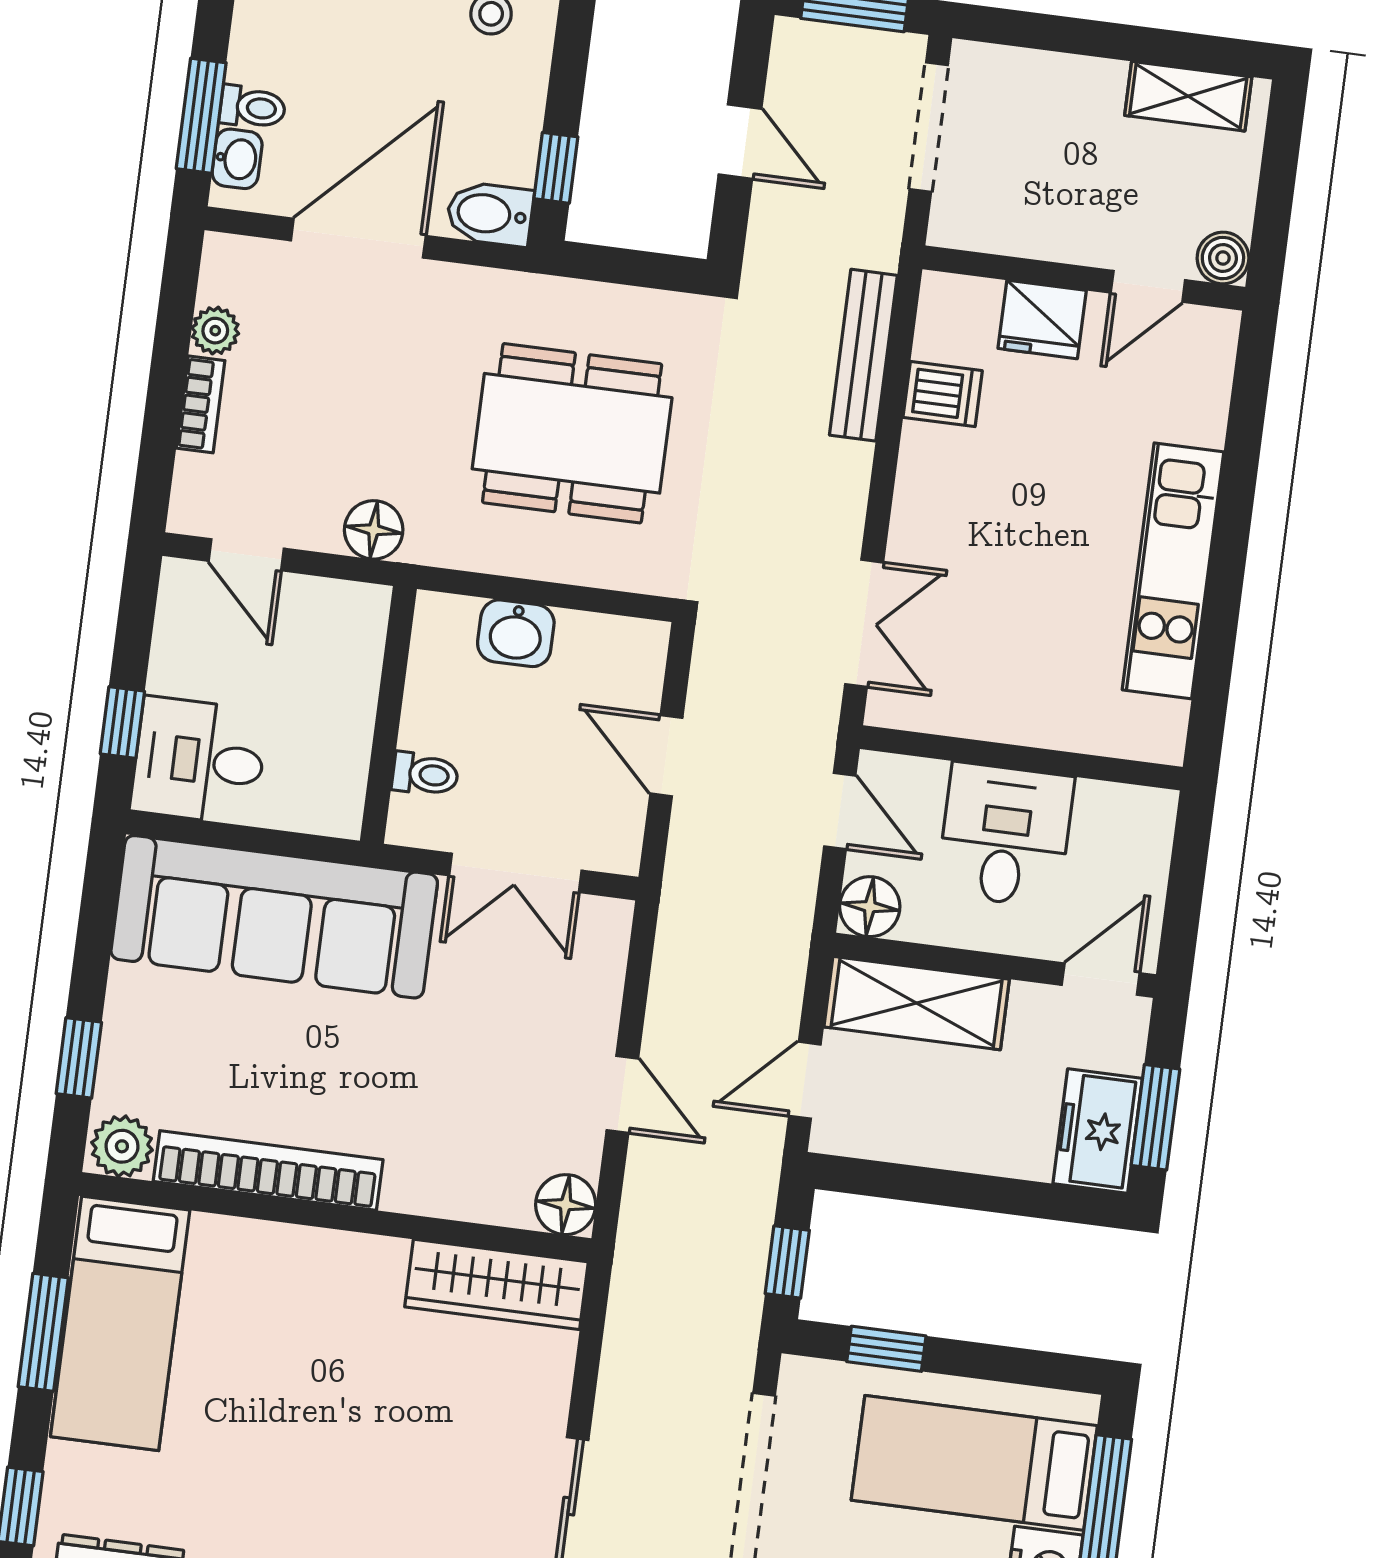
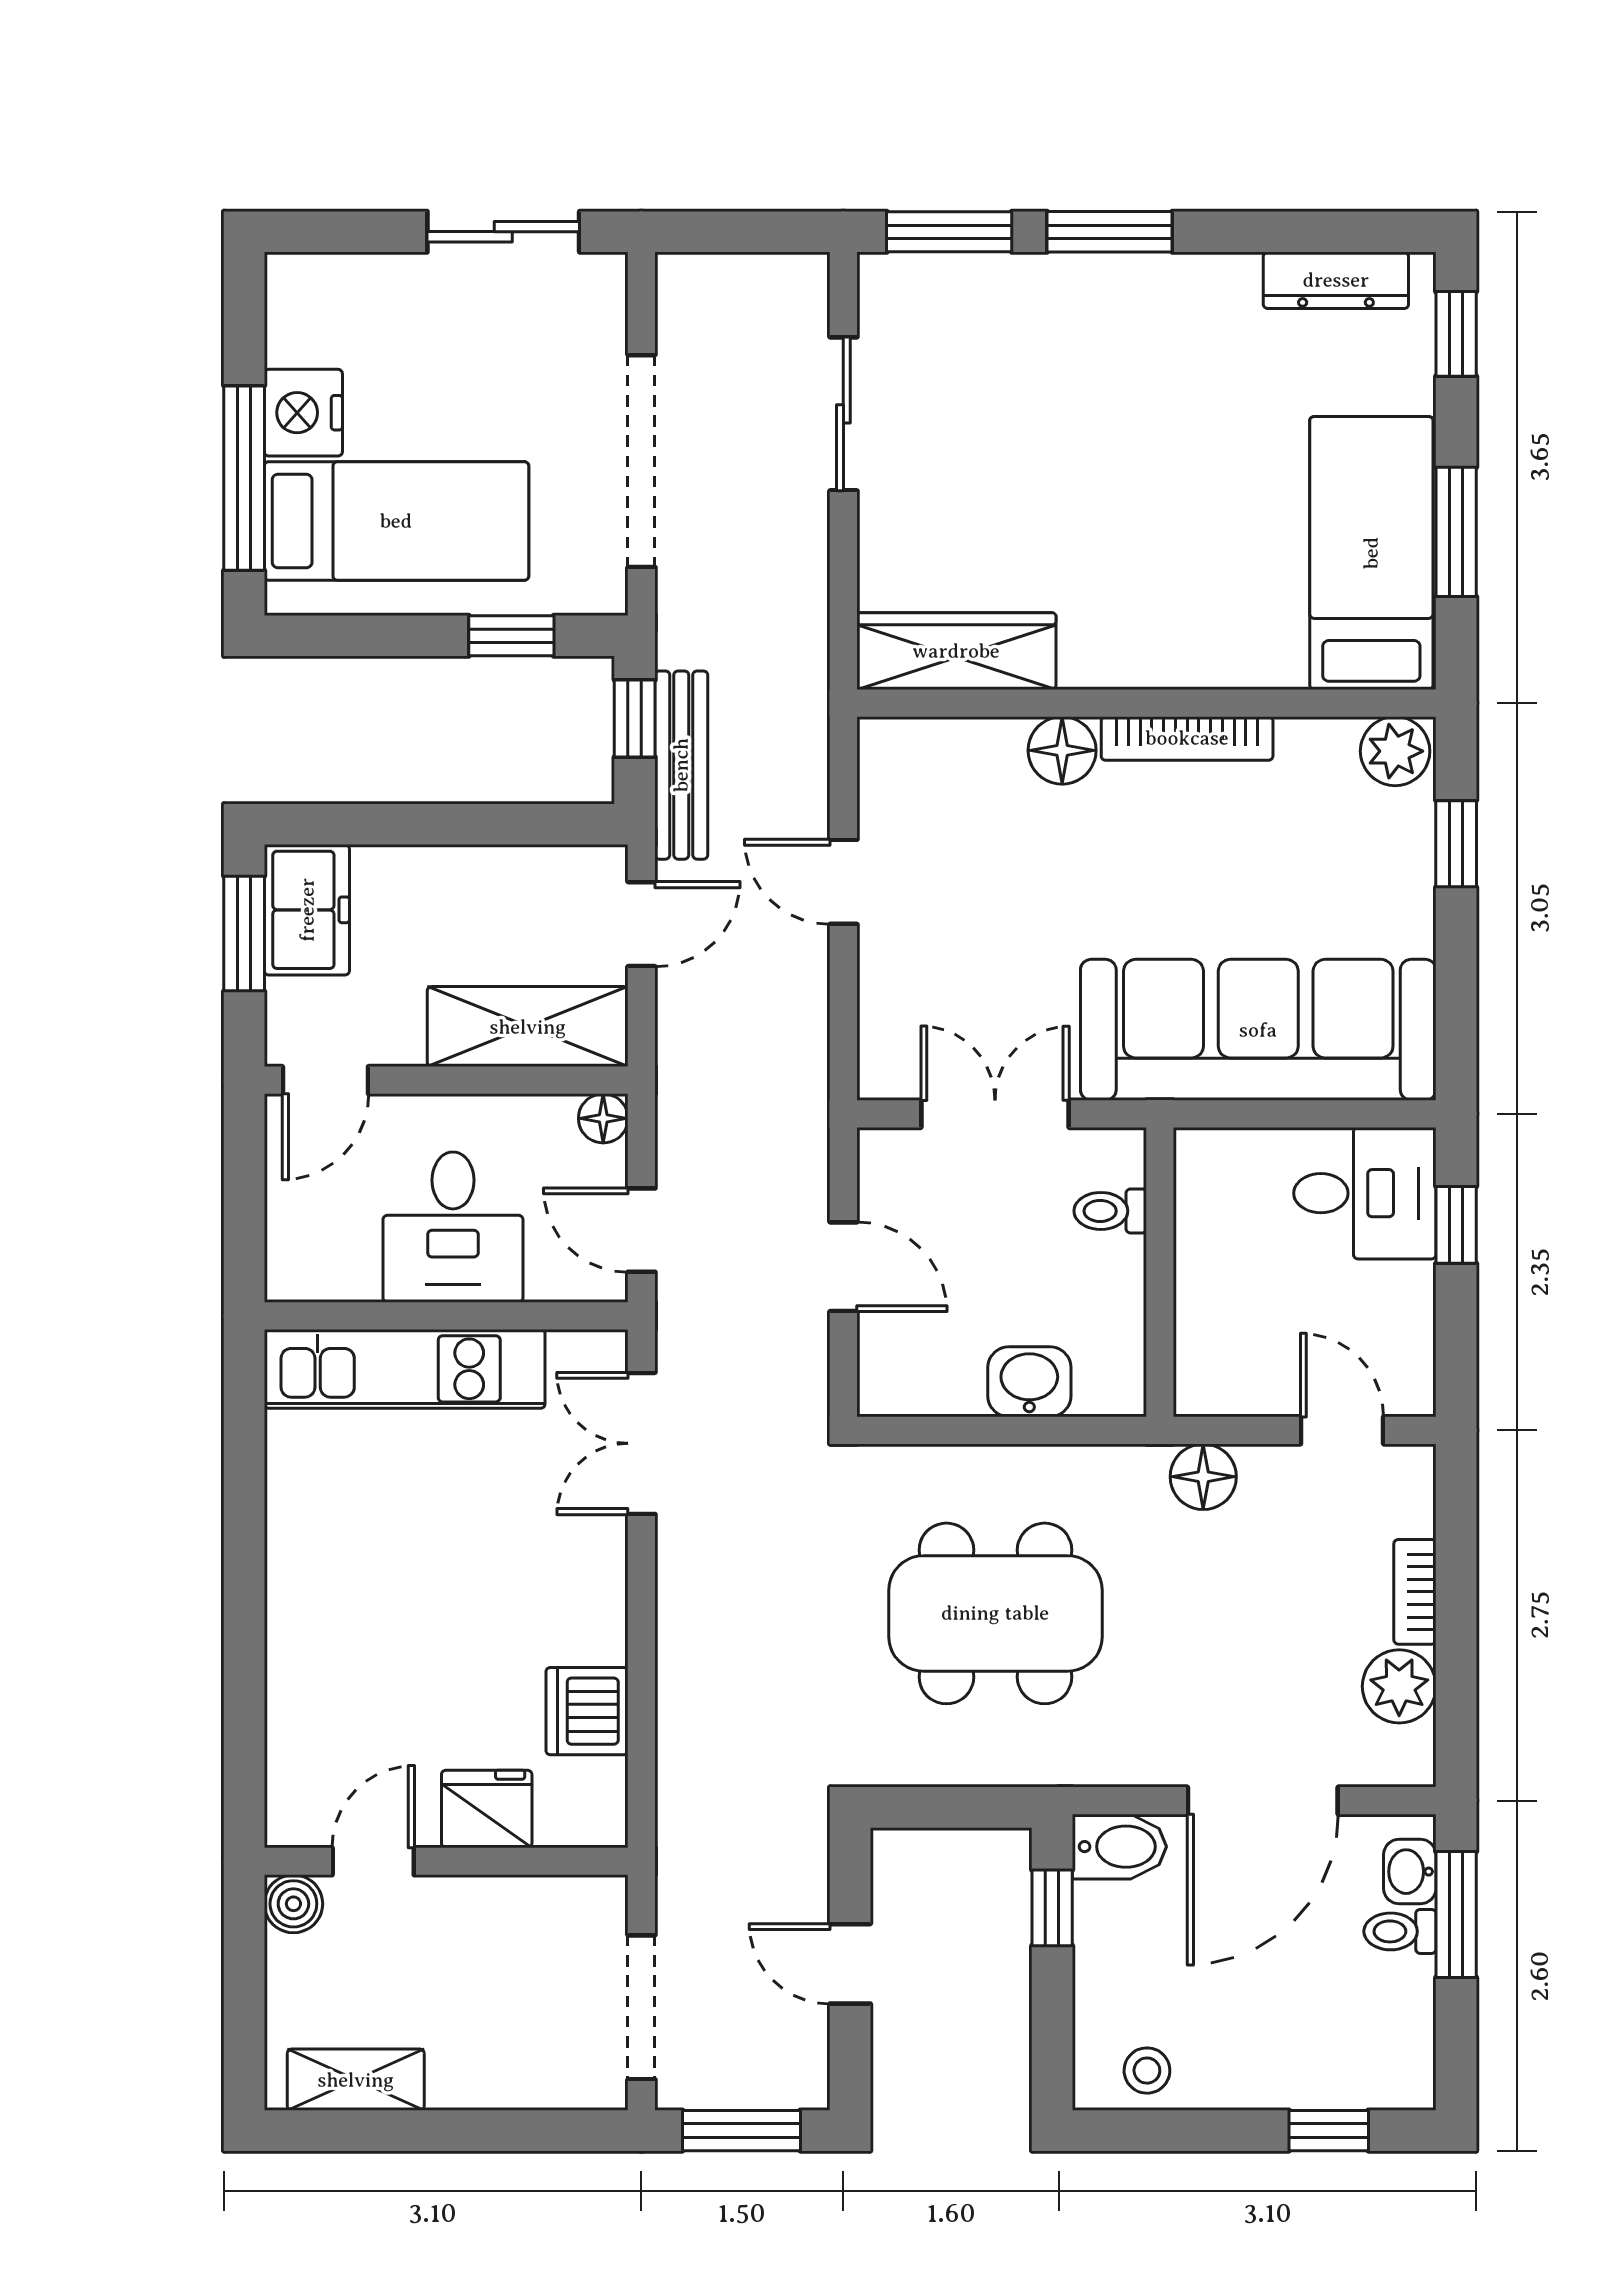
plant: (215, 331) -> (1399, 1686), width x1.38, depth x1.38
bench: (863, 355) -> (681, 765), moved
dishwasher: (943, 394) -> (587, 1711), width x1.38
kitchen unit: (1173, 571) -> (405, 1369), moved, turned 90
floor lamp: (870, 907) -> (603, 1118), width x0.73, depth x0.73
bookcase: (268, 1170) -> (1187, 738), width x0.68, depth x0.76
floor lamp: (566, 1205) -> (1062, 750), moved

